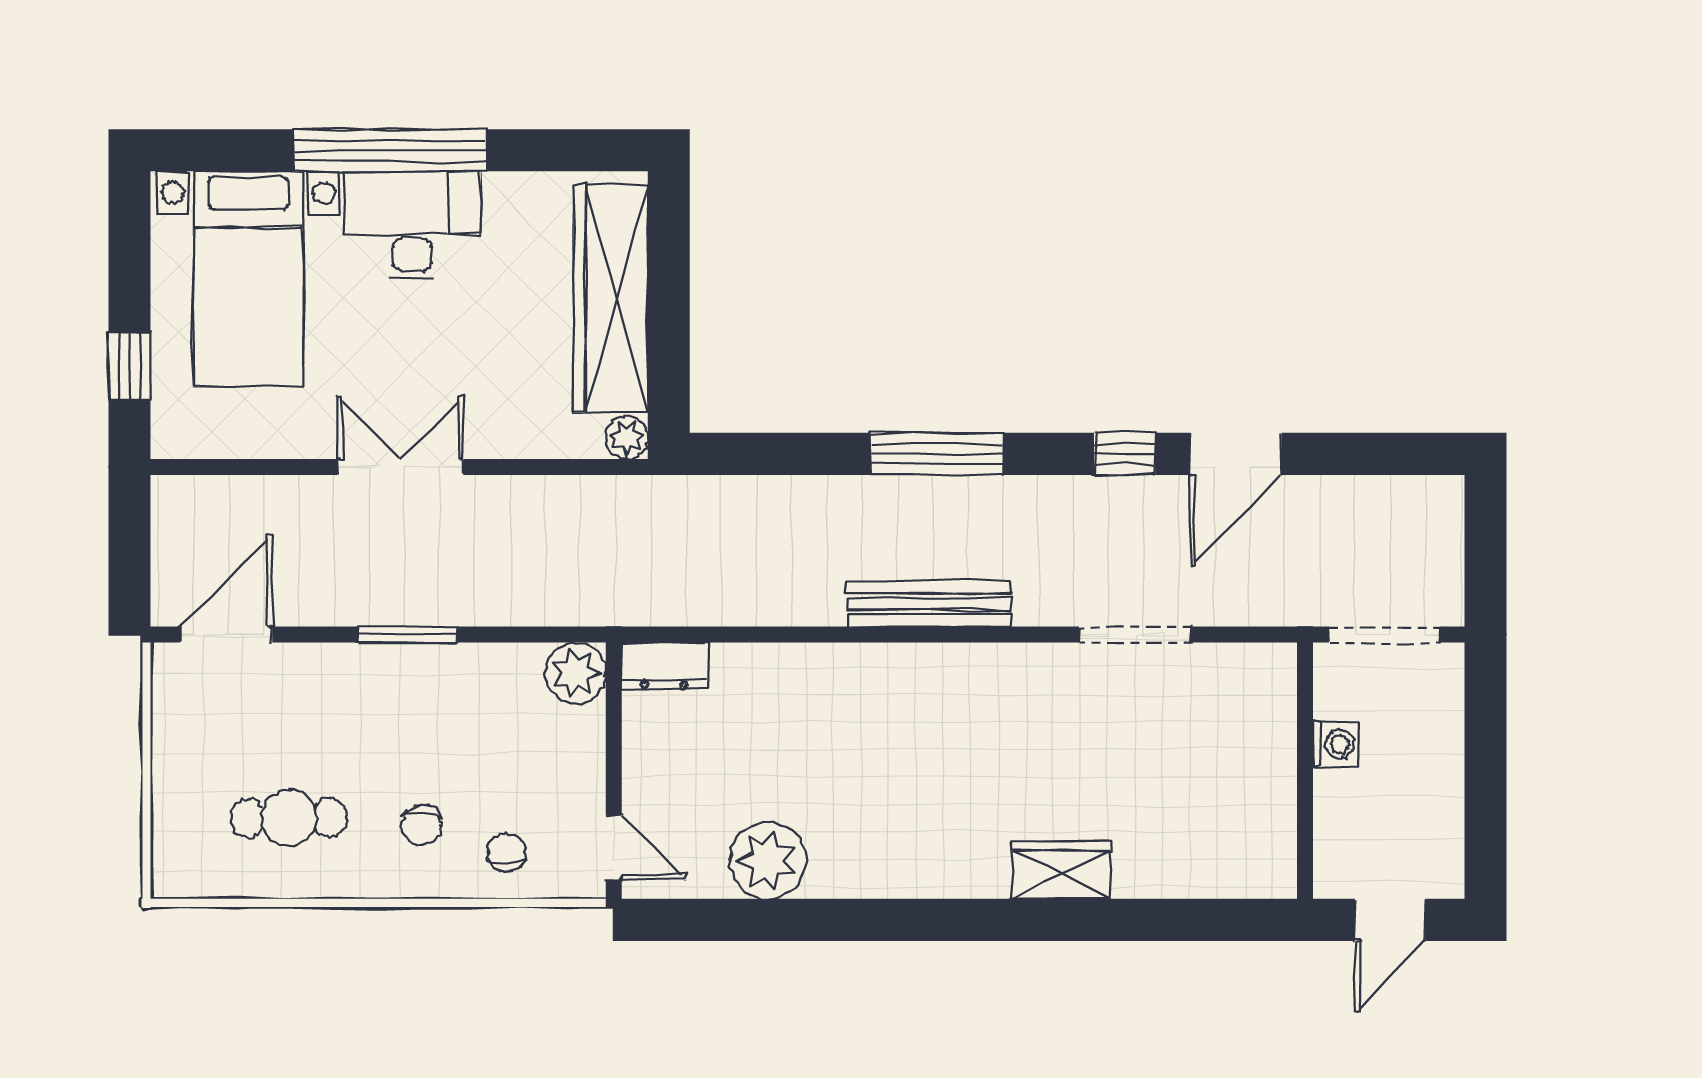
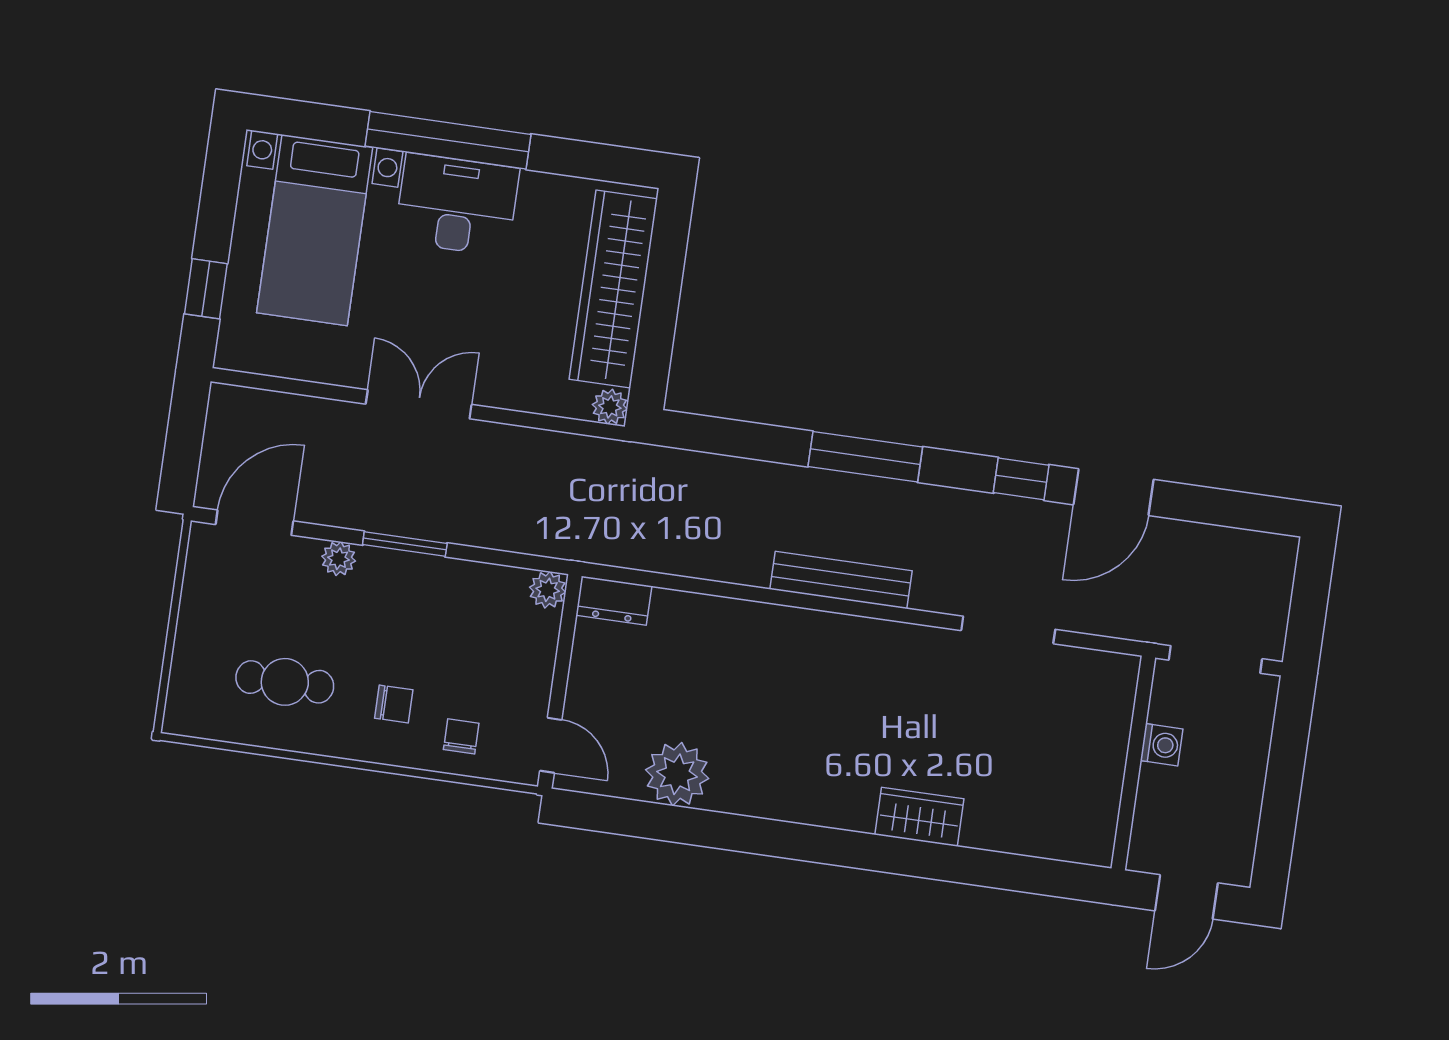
plant: (332, 663) -> (339, 559), added
plant: (576, 673) -> (548, 590), width x0.73, depth x0.73
chair: (421, 825) -> (394, 704), turned -90

